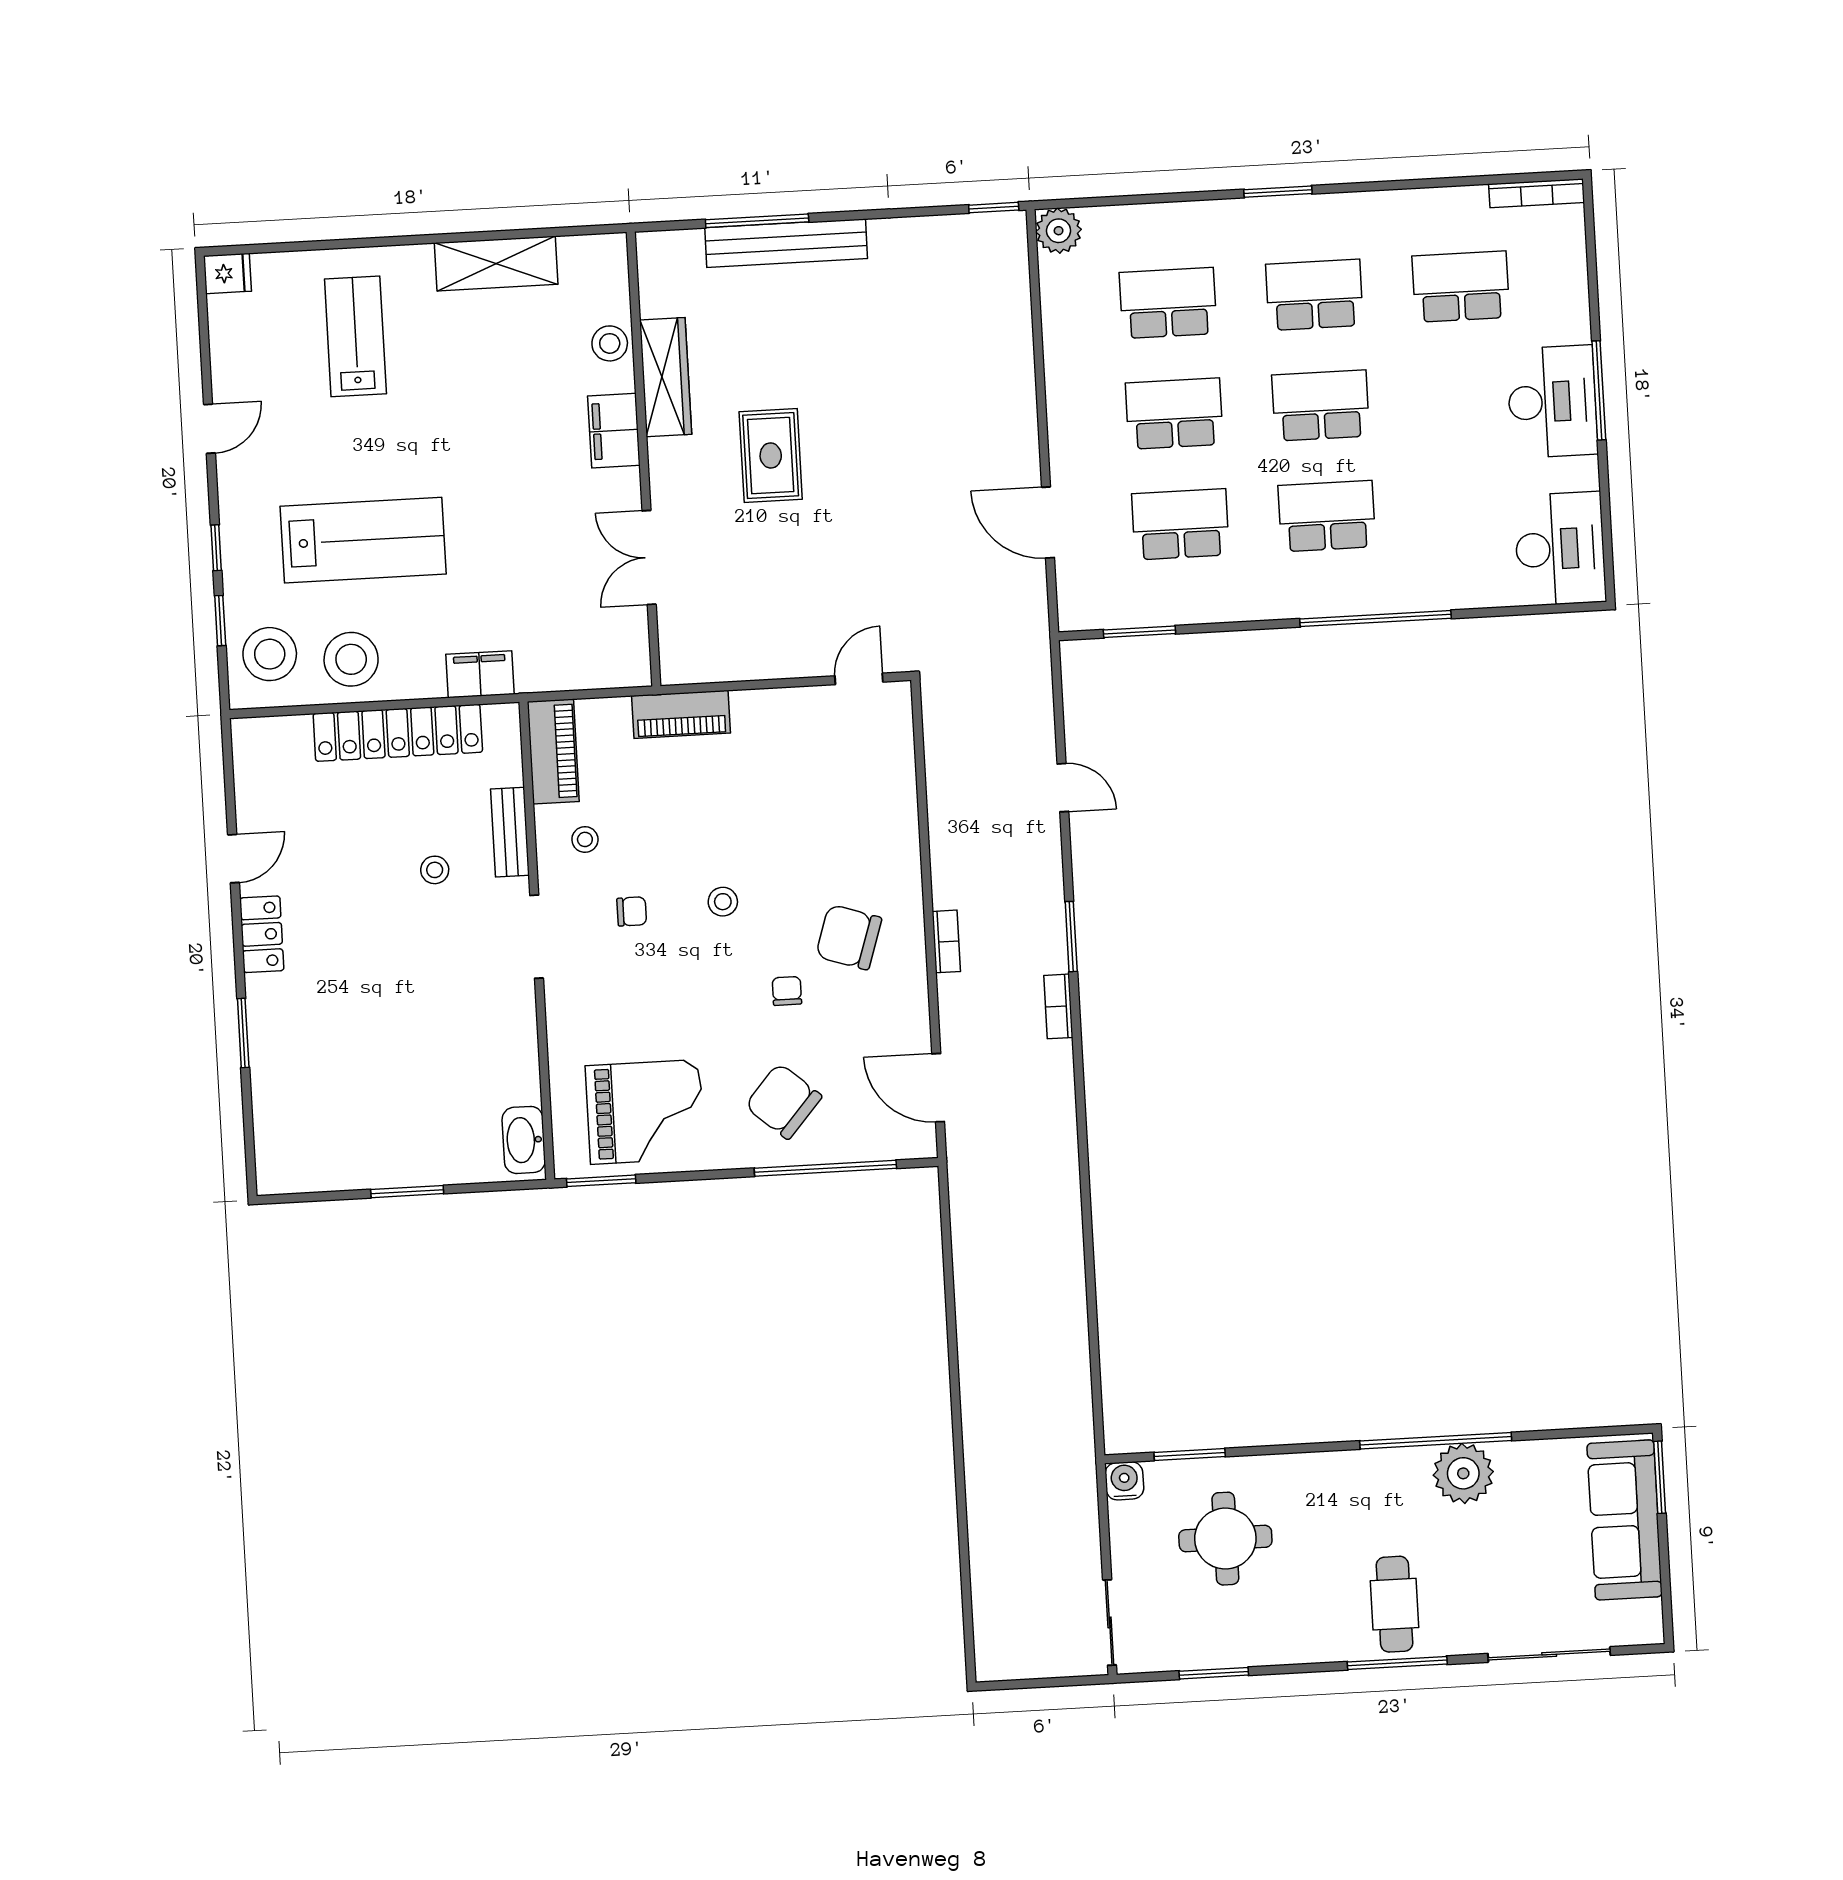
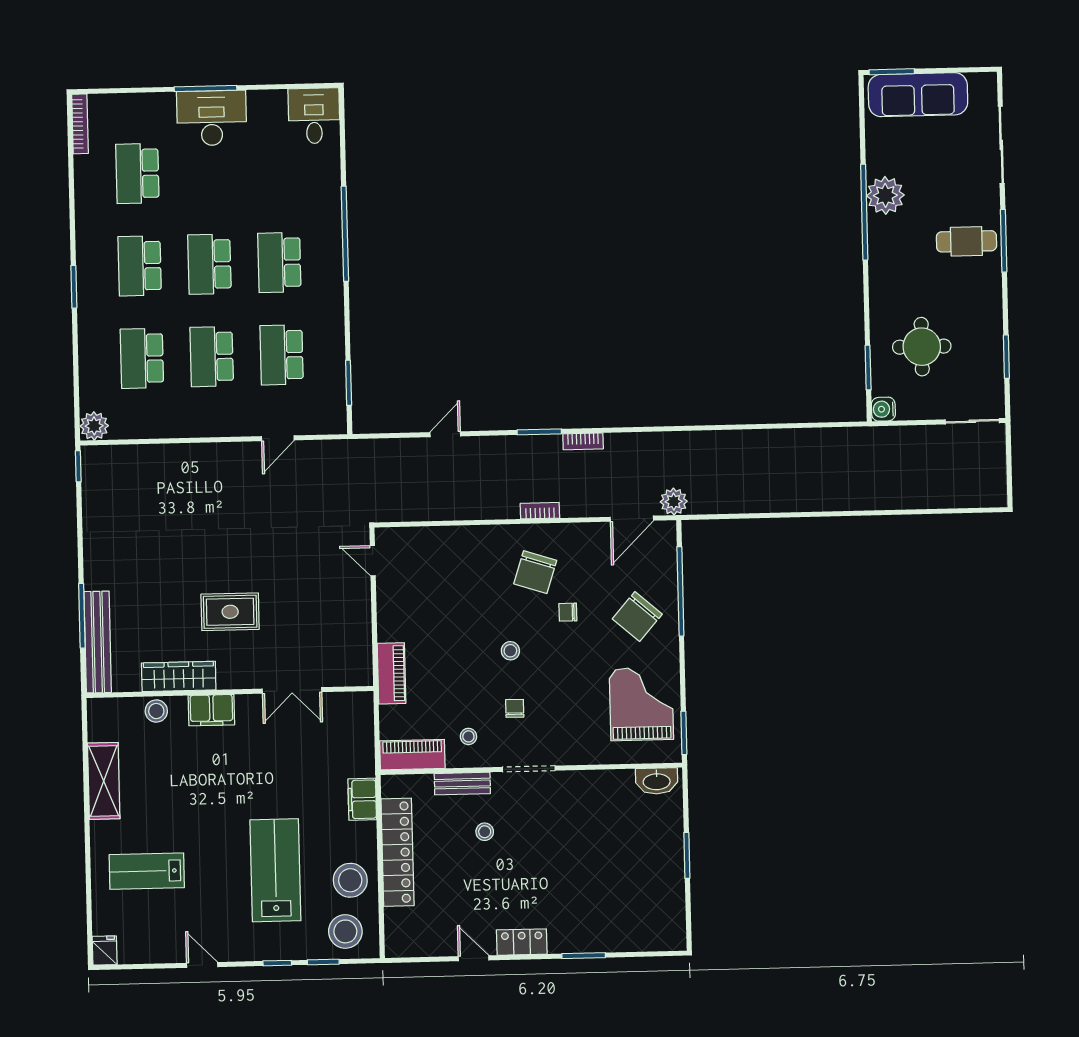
bench: (786, 243) -> (98, 642), moved
door: (1048, 522) -> (278, 438), width x0.73
desk: (1560, 549) -> (314, 116), width x0.73
plant: (967, 1153) -> (674, 502), added

